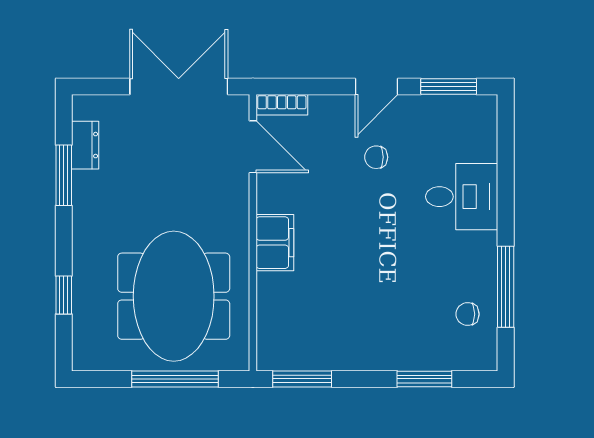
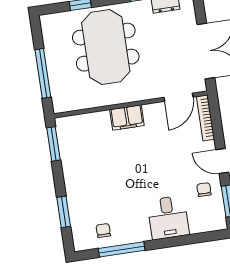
bookcase: (282, 105) -> (205, 118), width x1.56
chair: (376, 157) -> (204, 190), moved
meeting table: (174, 296) -> (106, 47), moved, turned 90

